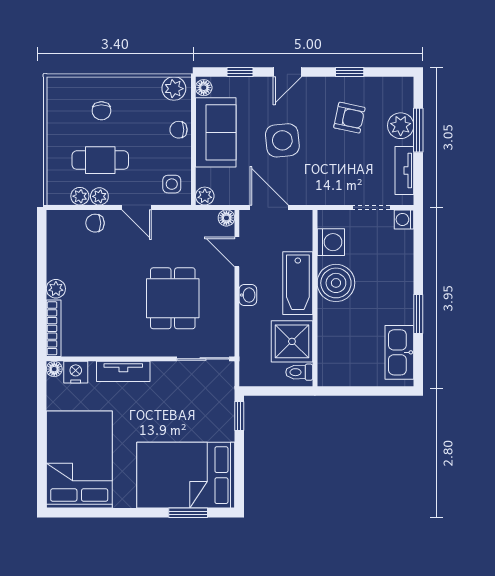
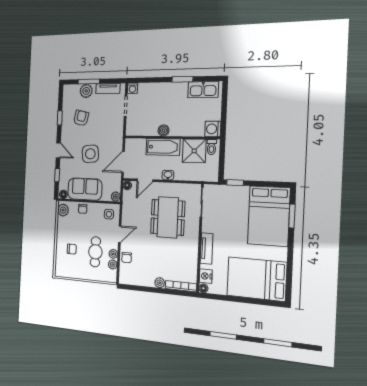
washing machine: (331, 242) -> (213, 129), moved, turned -90
boiler: (336, 283) -> (163, 130), width x0.54, depth x0.54
dining table: (173, 298) -> (168, 217), width x1.38

